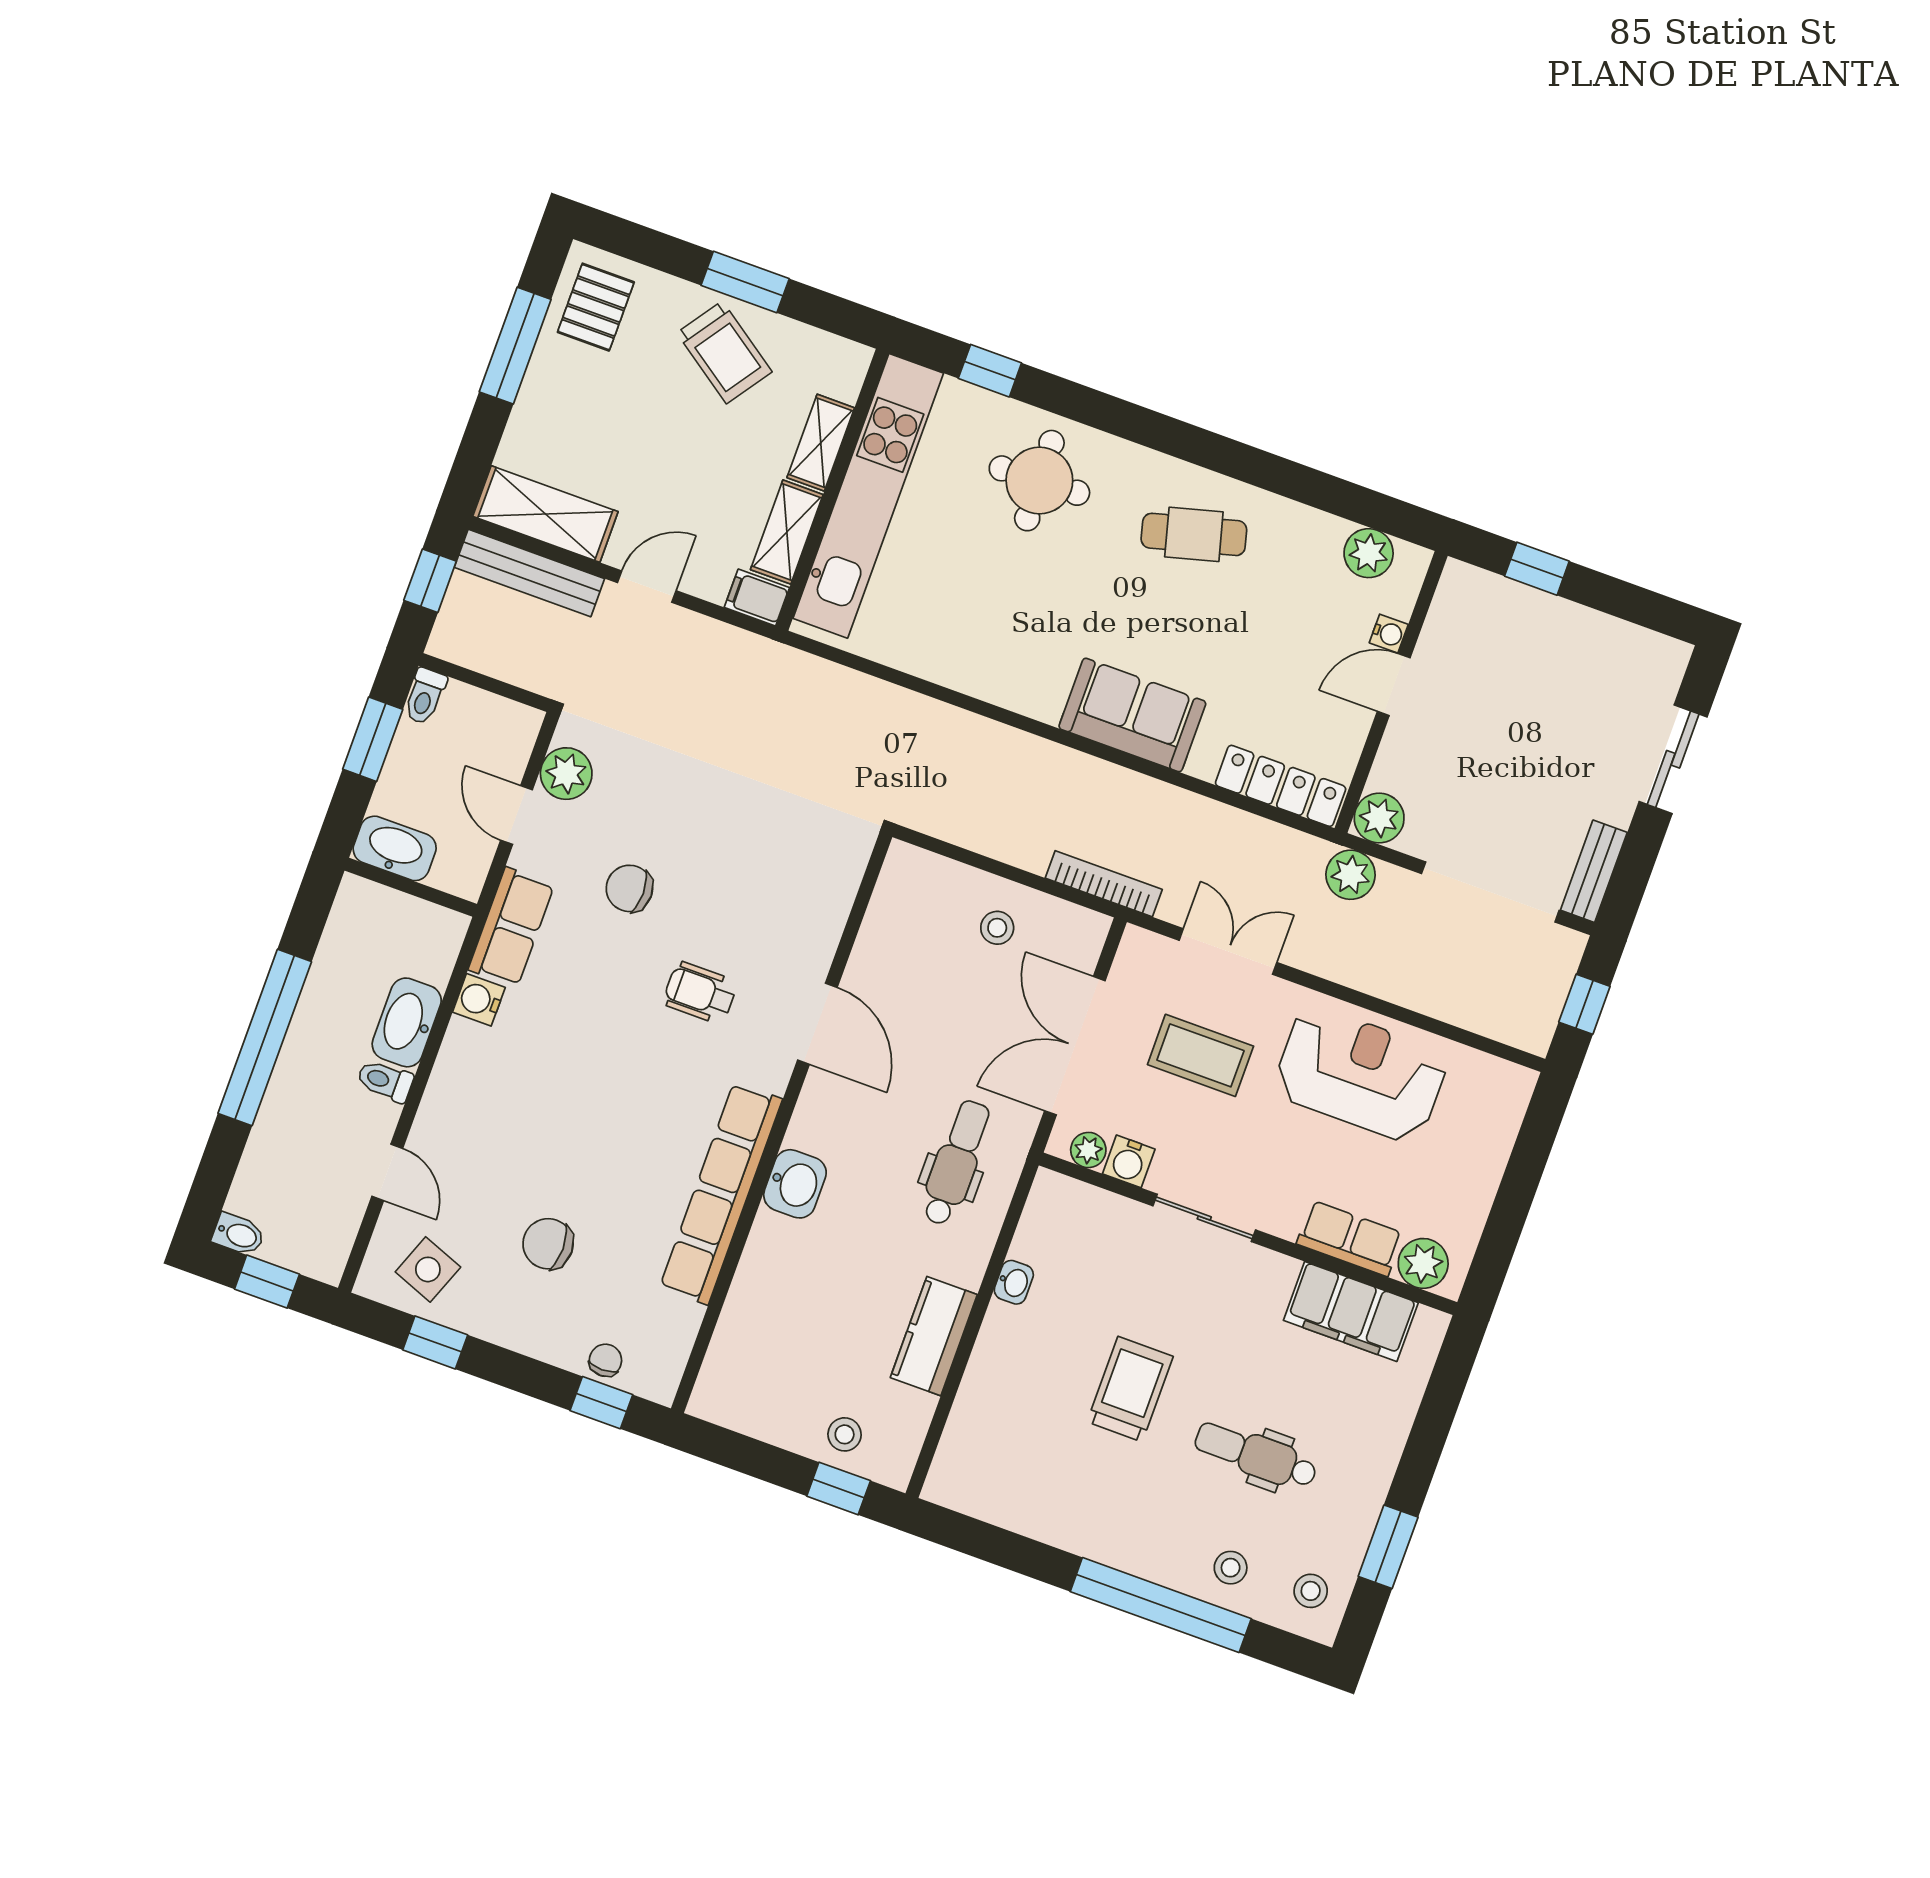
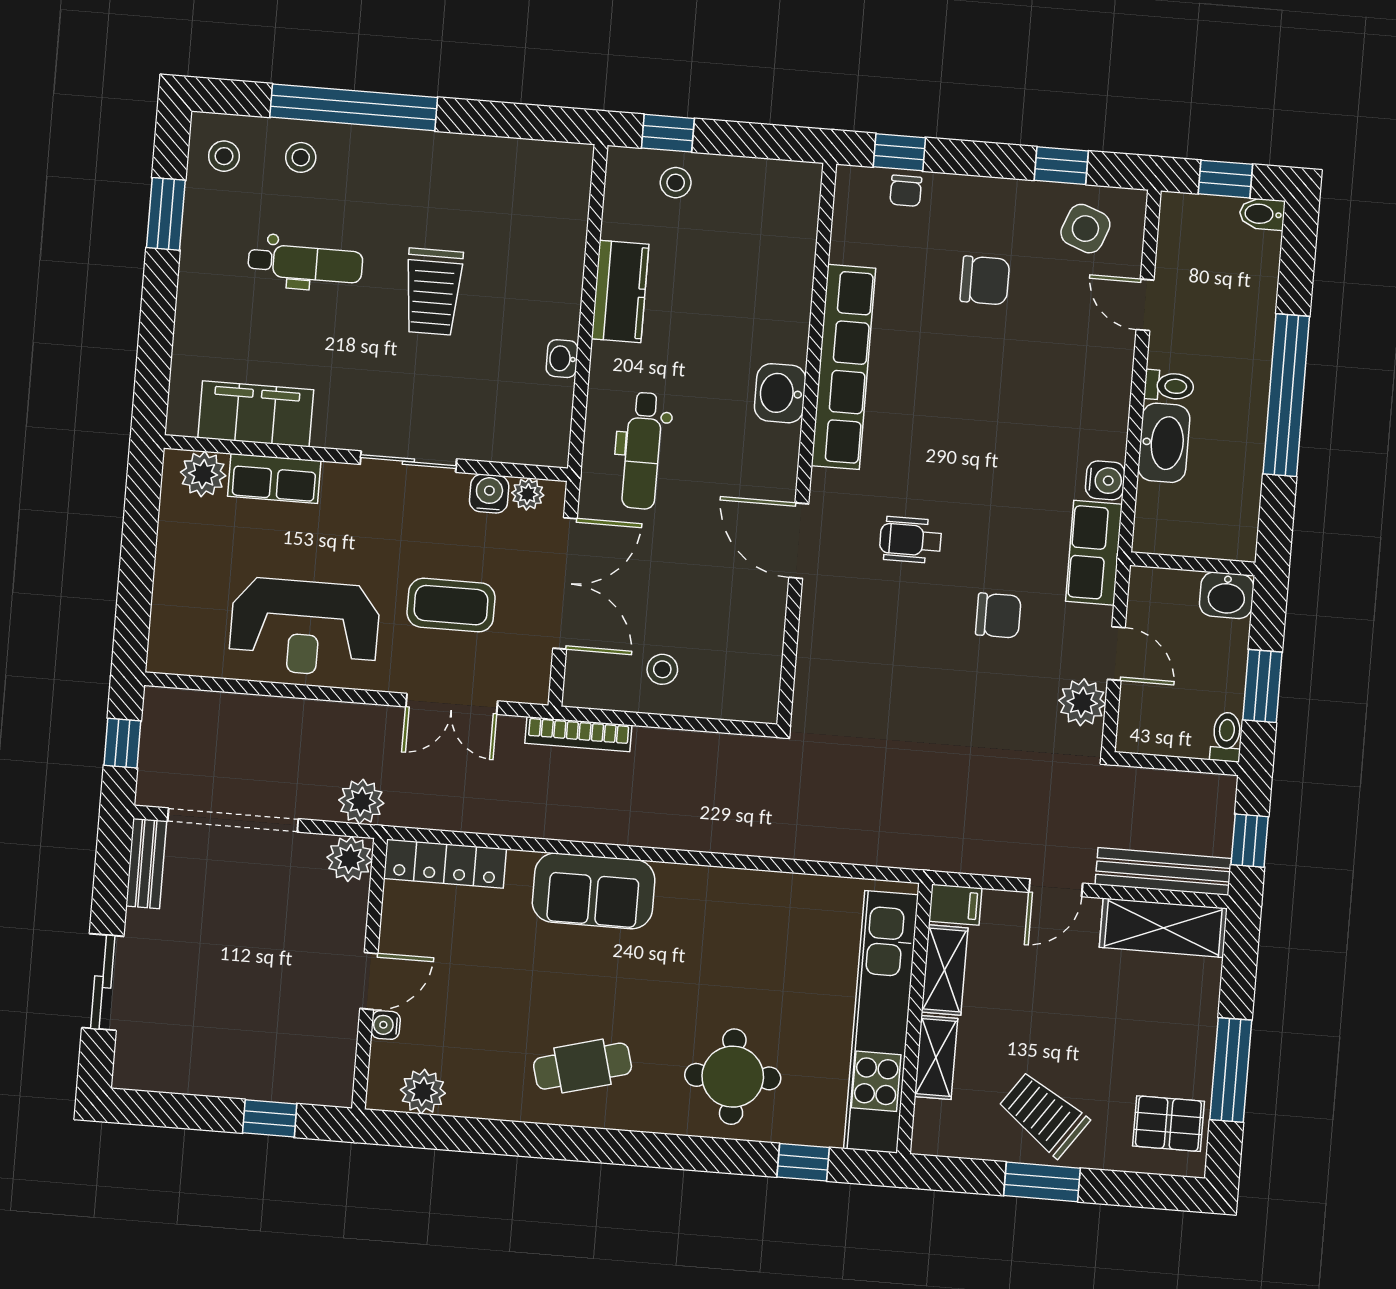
pallet: (596, 307) -> (1168, 1124), turned 90
washbasin: (395, 848) -> (1227, 595), width x0.72
wheelchair: (700, 993) -> (911, 540), turned 180

